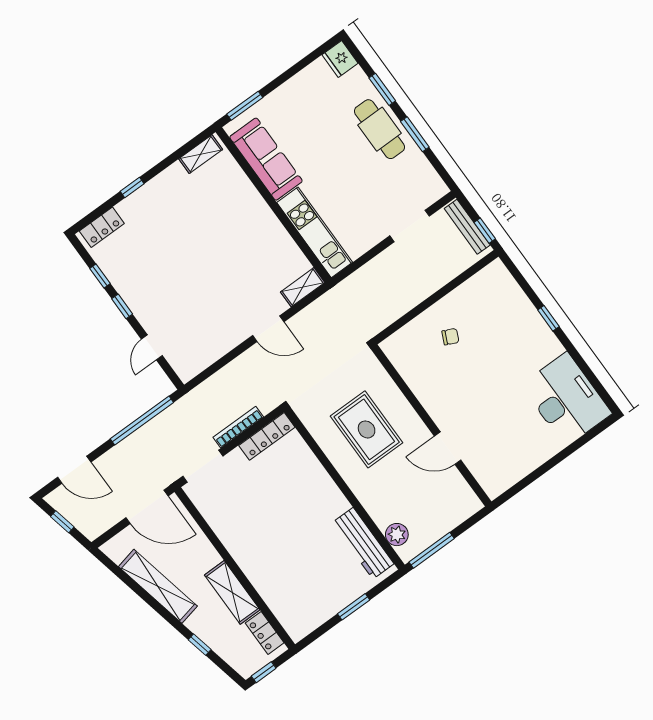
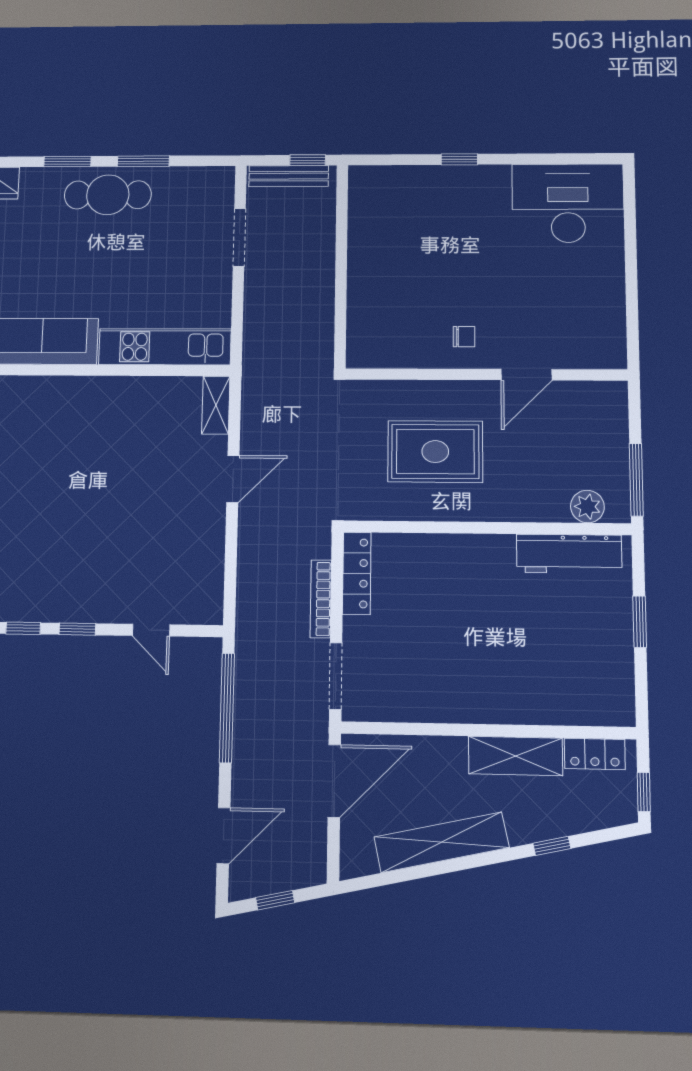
chair: (450, 337) -> (464, 337), moved, turned 65

